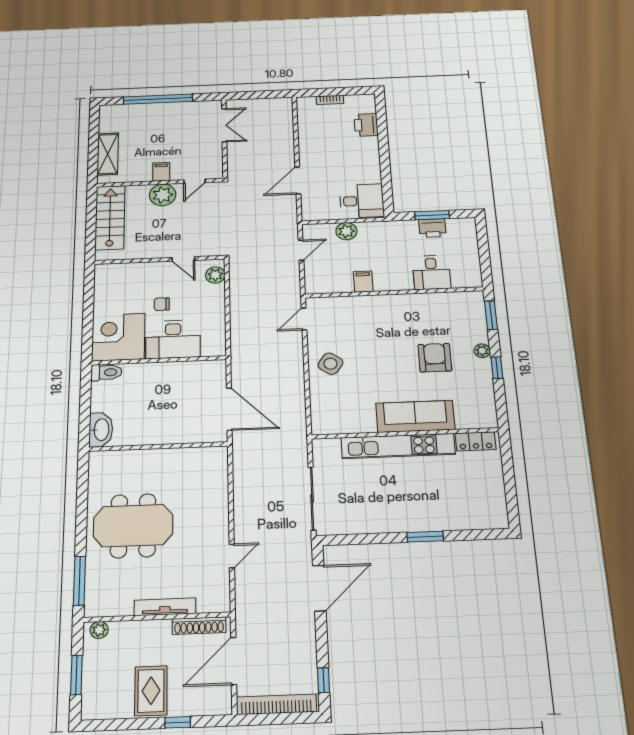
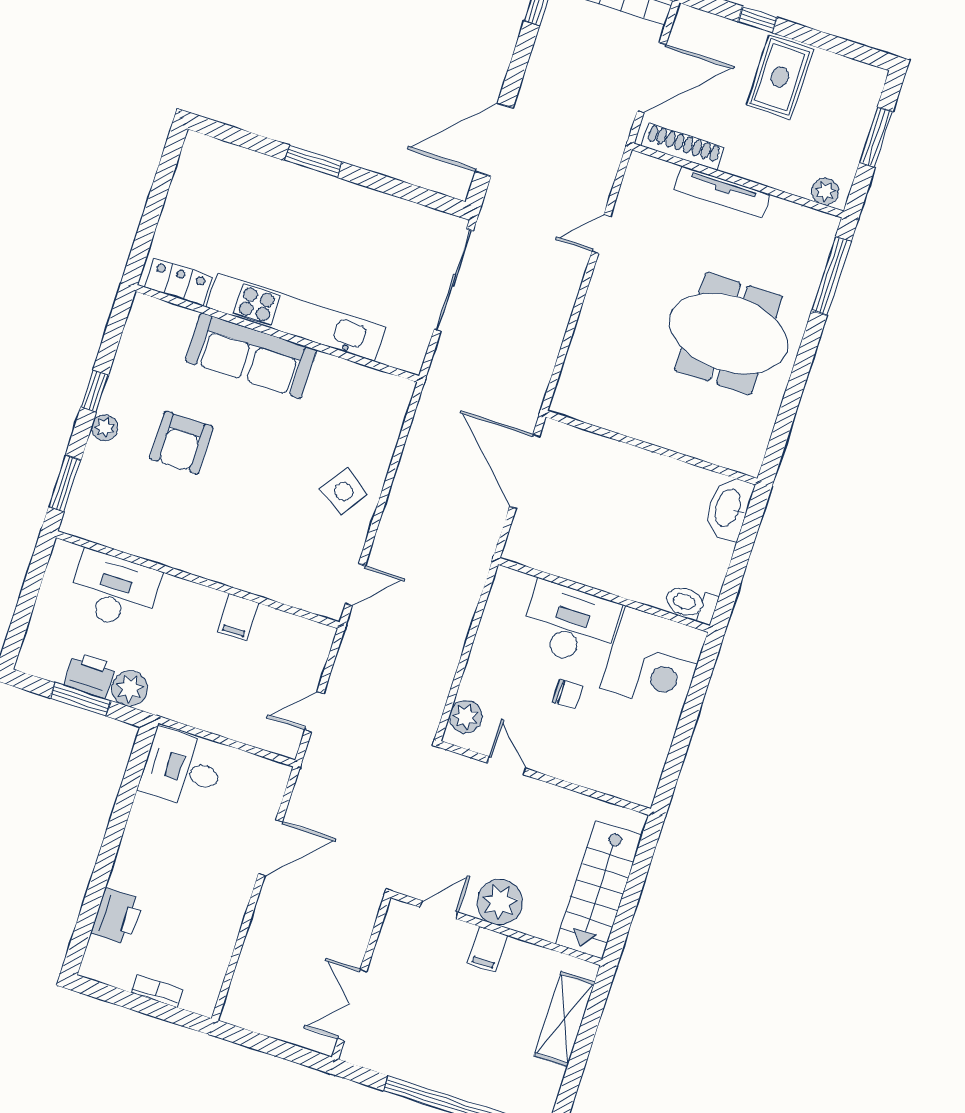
plant: (346, 231) -> (130, 688), moved
desk: (431, 272) -> (114, 590), width x1.37

